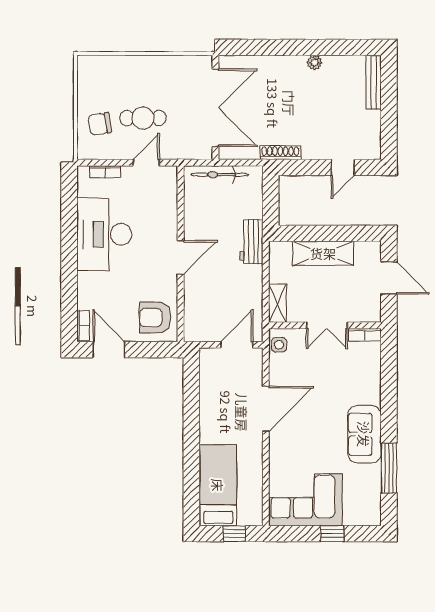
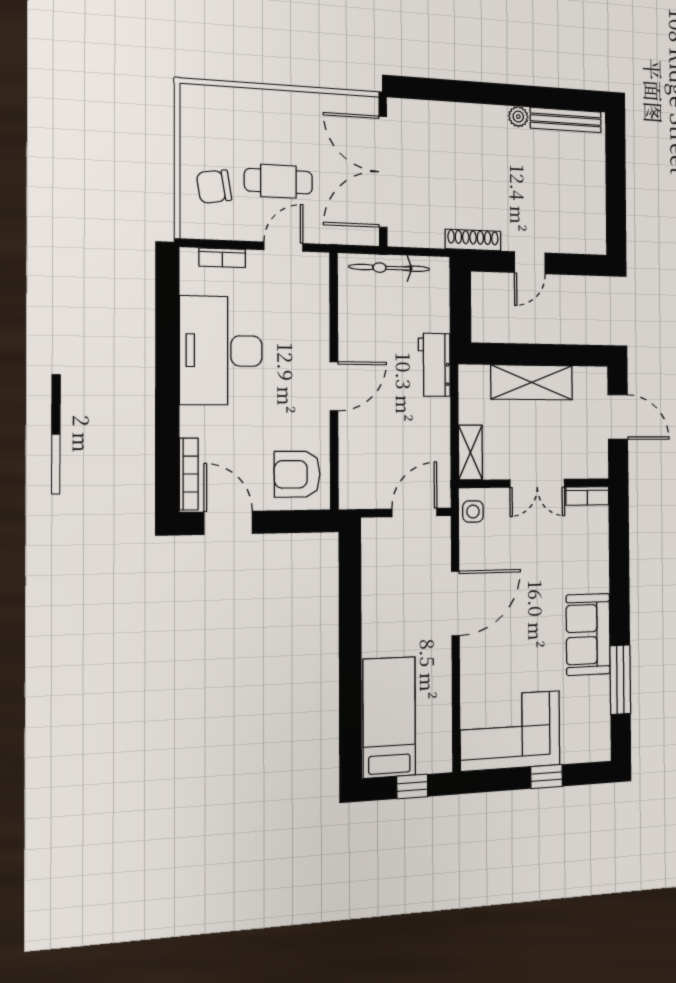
bench: (374, 82) -> (566, 120), moved, turned 90
double door: (215, 108) -> (383, 172), swing flipped
door: (343, 167) -> (530, 263), moved
bookcase: (83, 325) -> (189, 474), width x1.56

